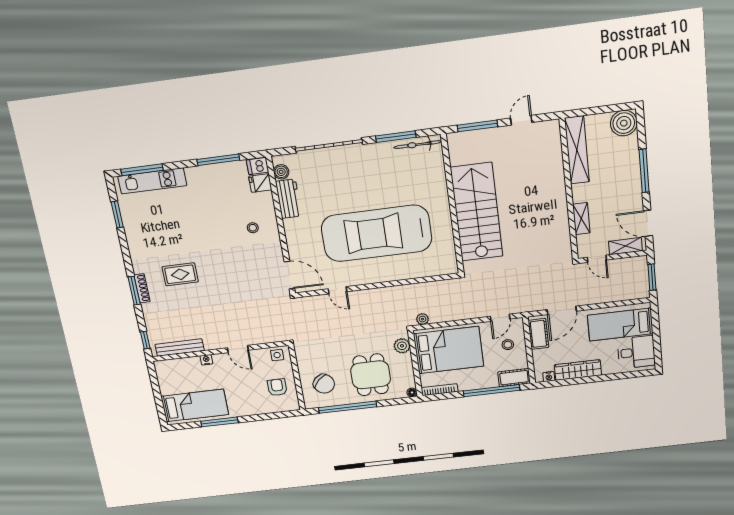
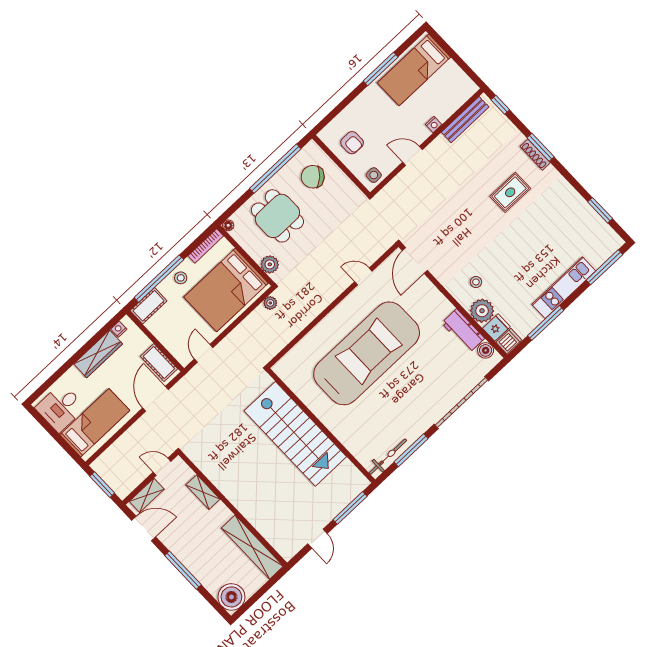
kitchen unit: (152, 181) -> (564, 288), moved
plant: (263, 203) -> (482, 311), added
door: (289, 275) -> (415, 260), hinge flipped
stool: (508, 345) -> (181, 278), moved

